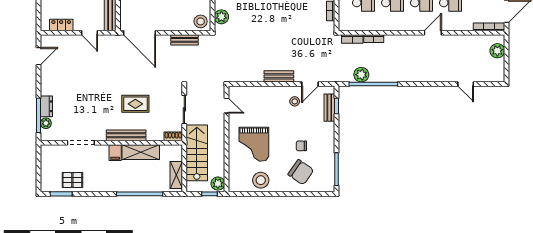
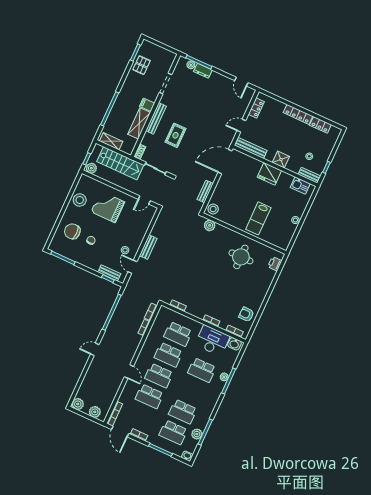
plant: (361, 75) -> (78, 404), moved
door: (466, 84) -> (95, 349), moved
chair: (301, 172) -> (72, 231), turned 55

